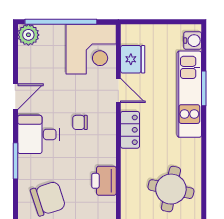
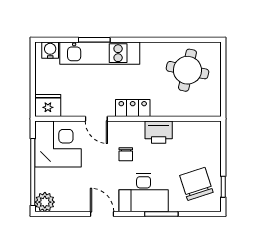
fridge: (133, 59) -> (48, 106), moved
door: (118, 91) -> (96, 119), swing flipped
desk: (39, 134) -> (144, 193), width x1.37
printer: (104, 181) -> (159, 132), moved

